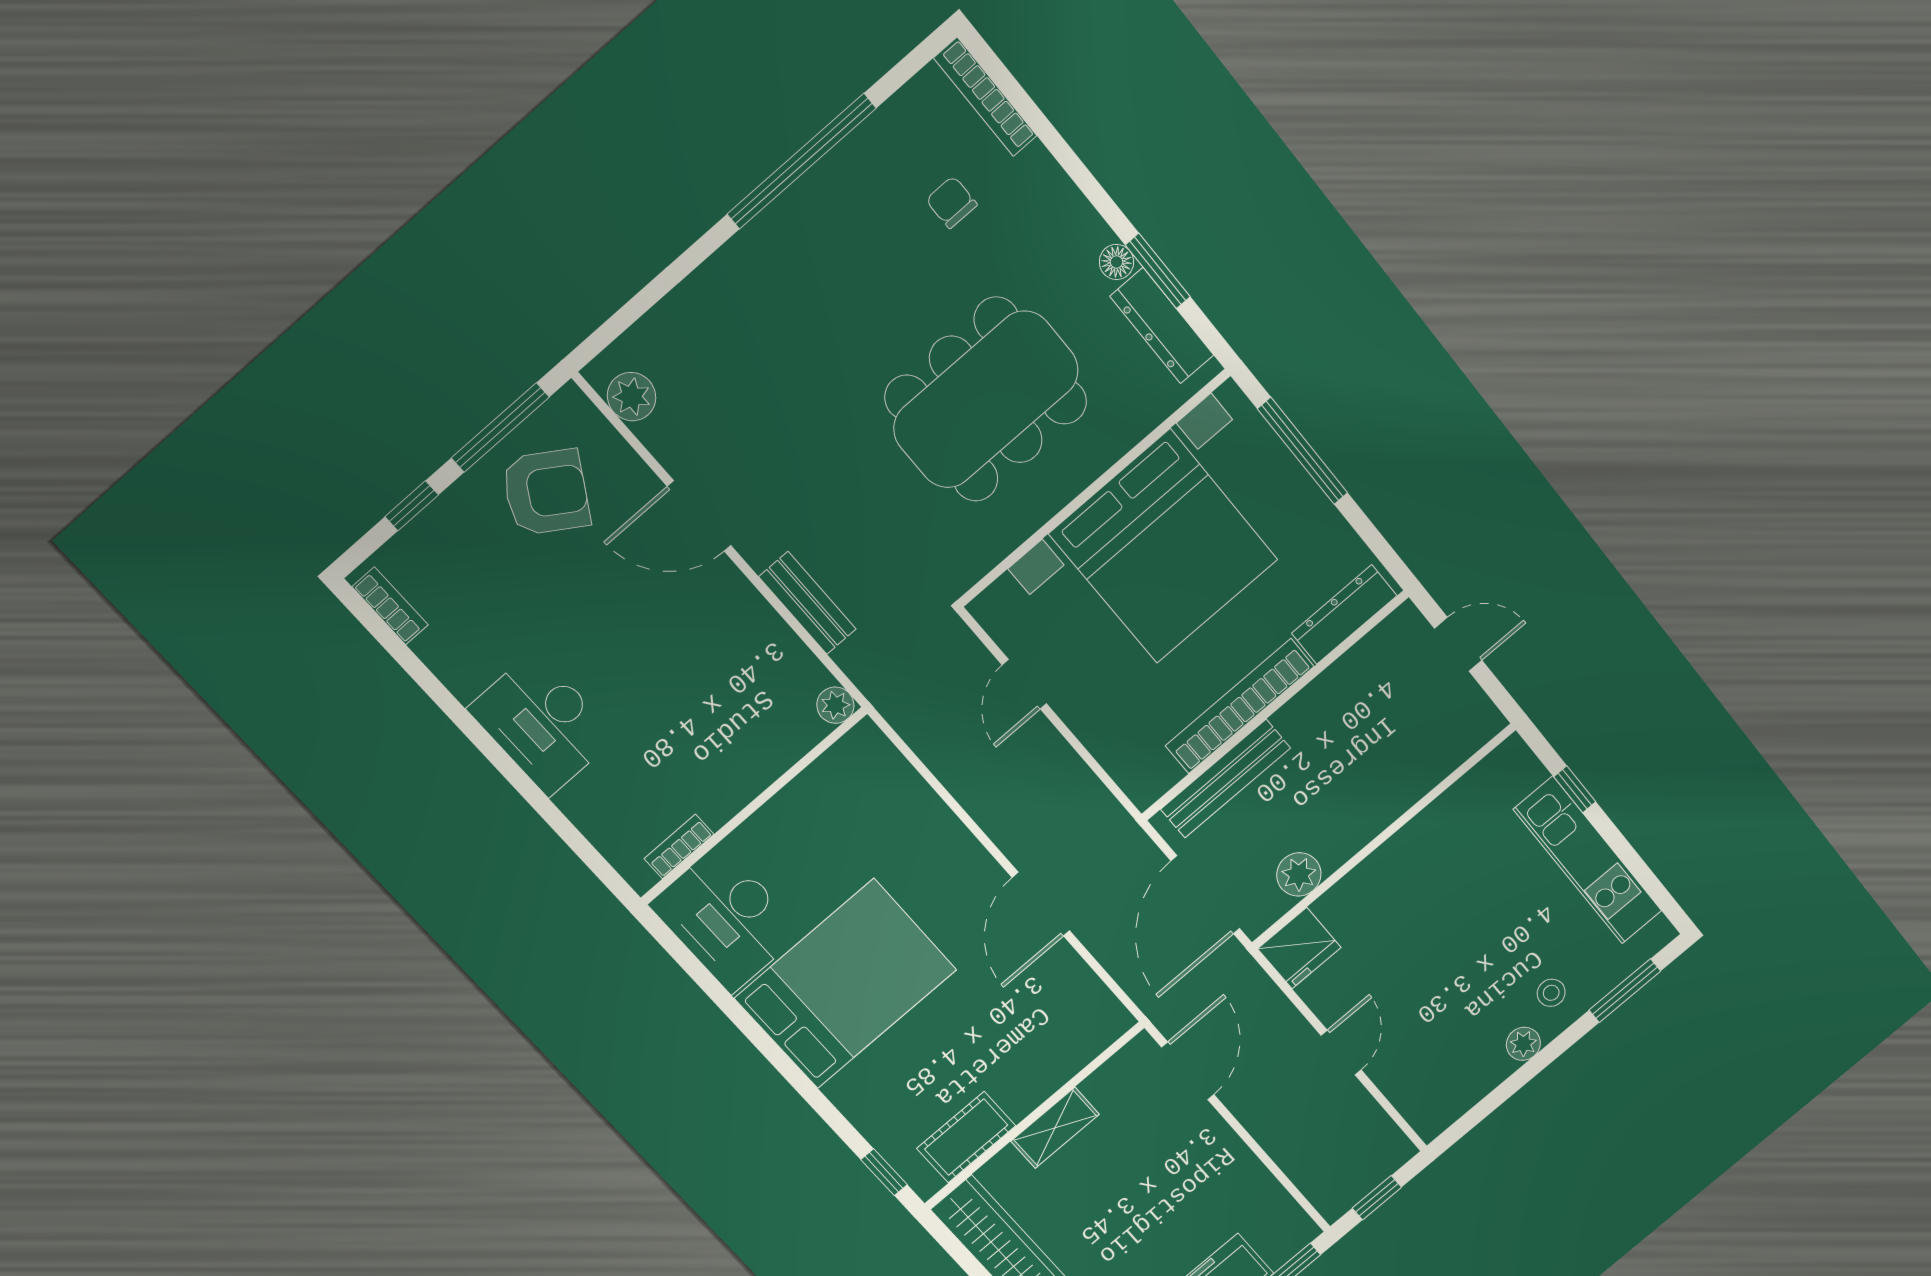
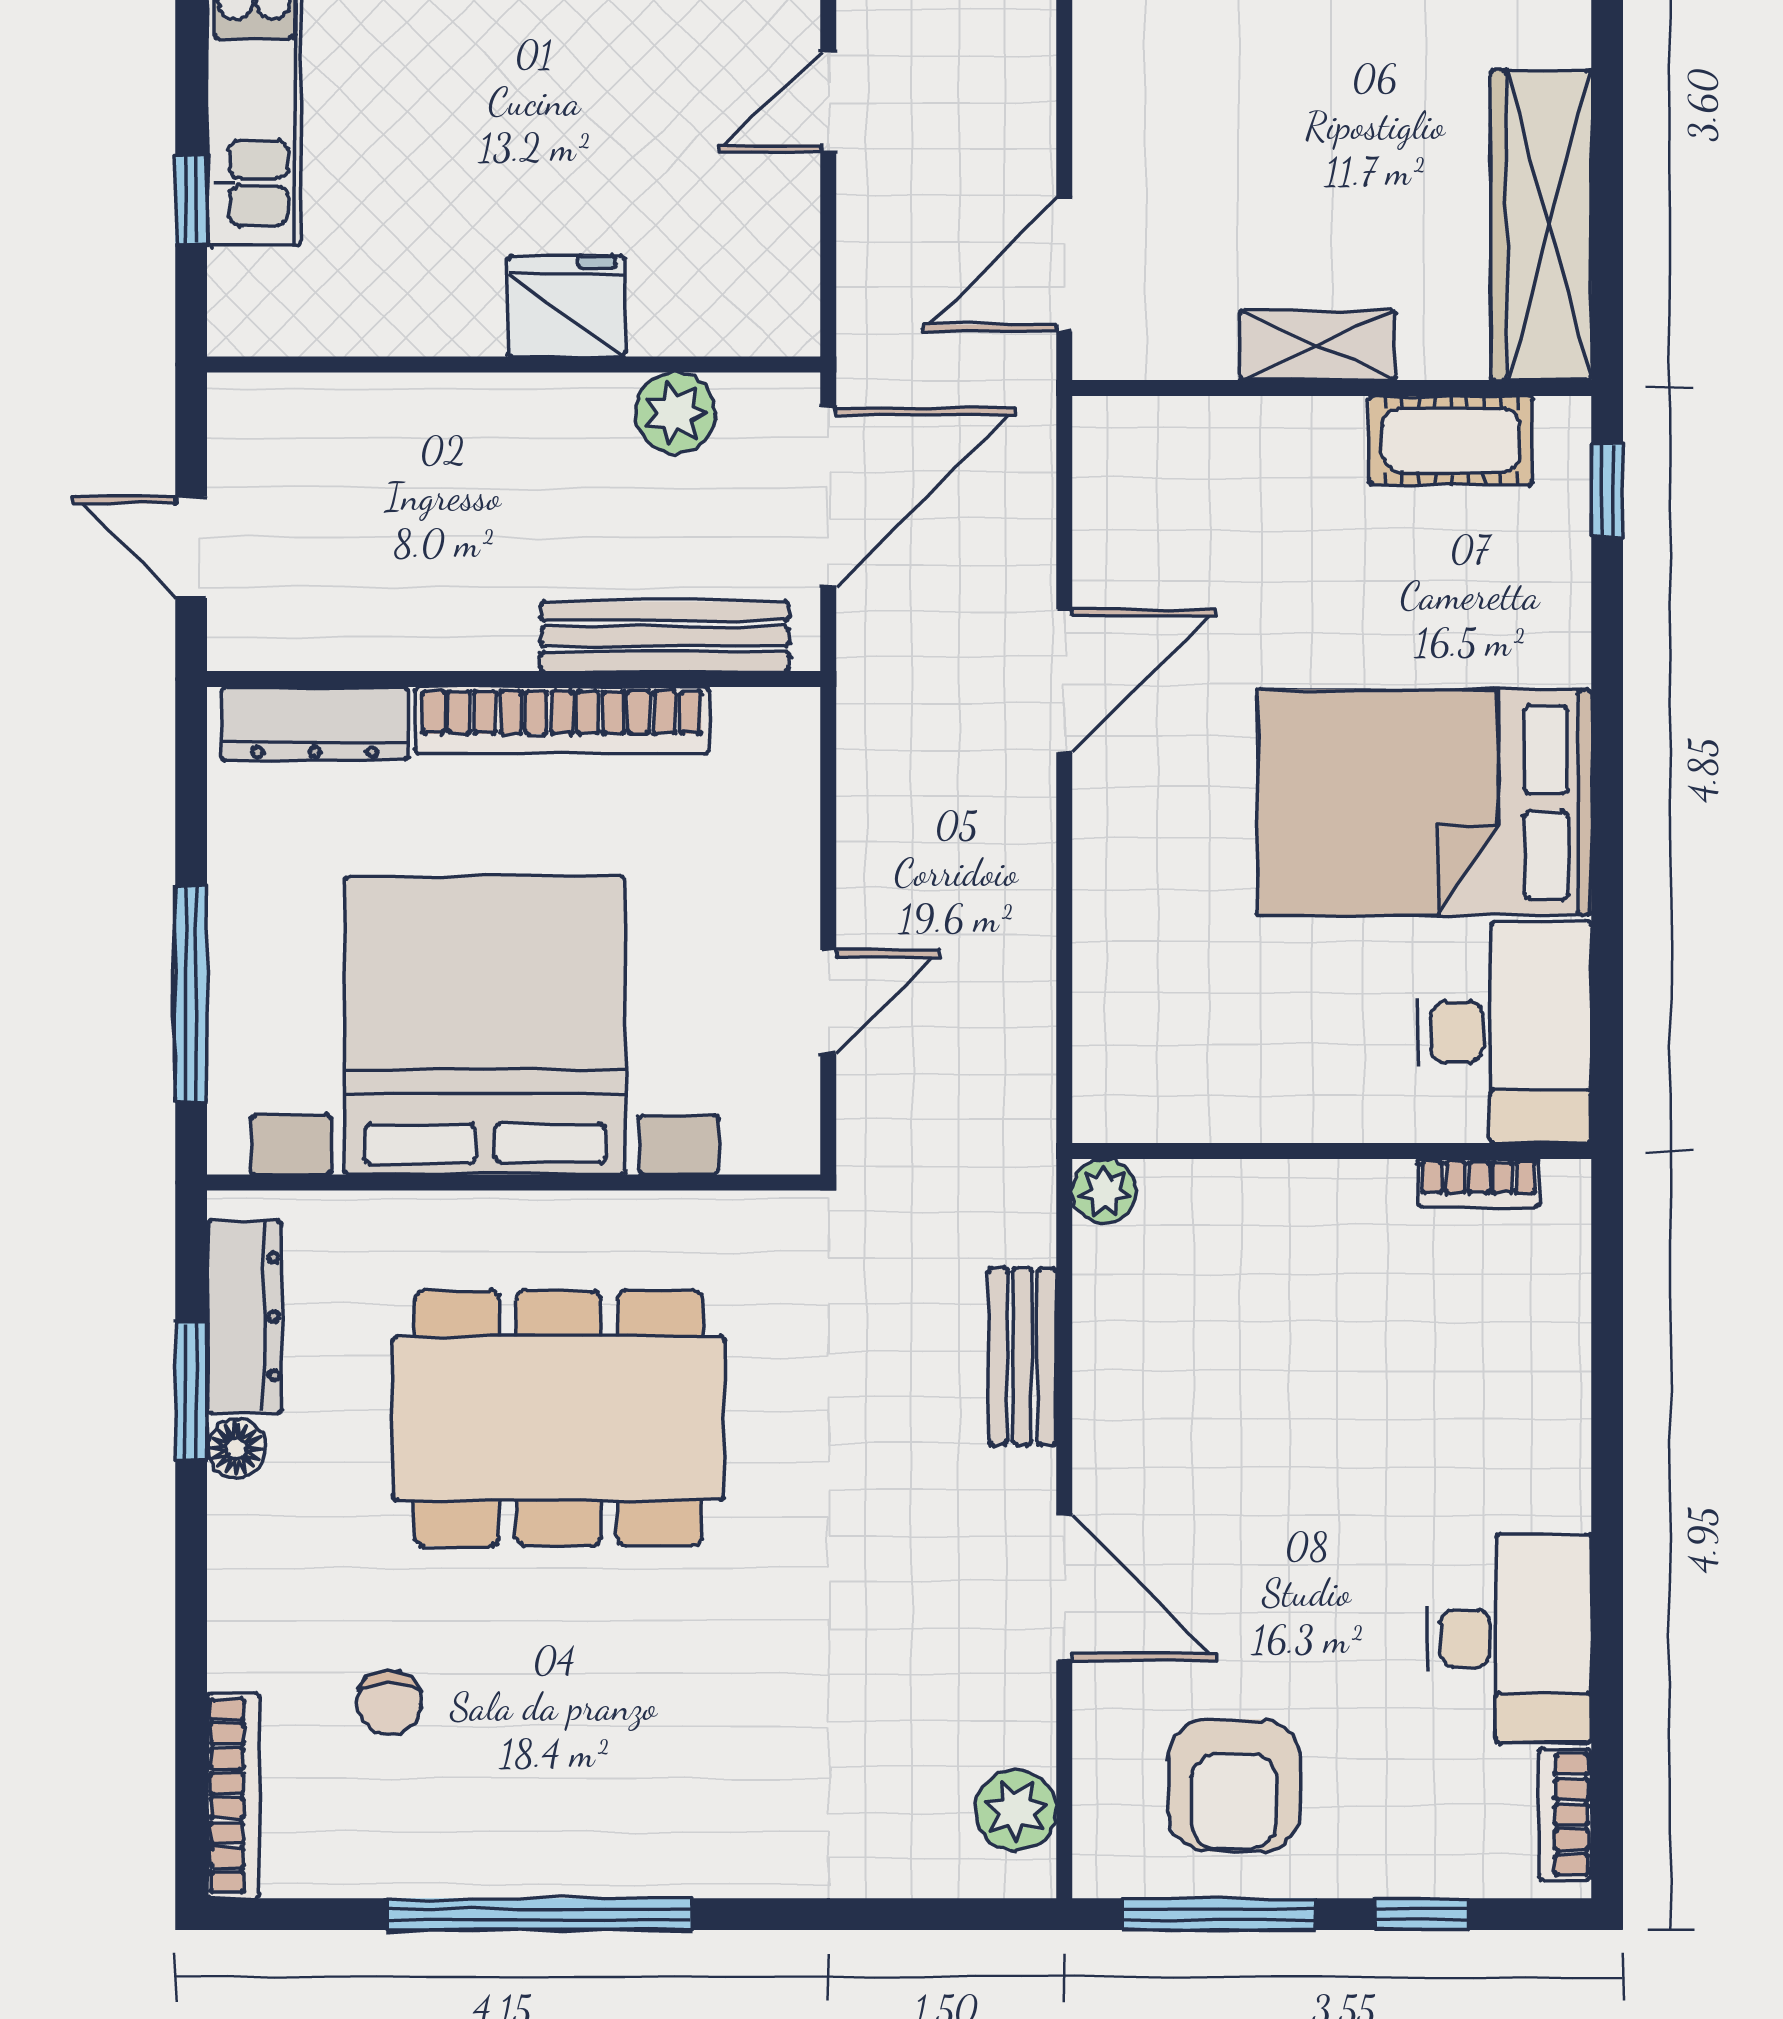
armchair: (546, 492) -> (1234, 1785), turned -122
desk: (542, 723) -> (1509, 1638), moved
fridge: (1299, 948) -> (566, 306), moved

